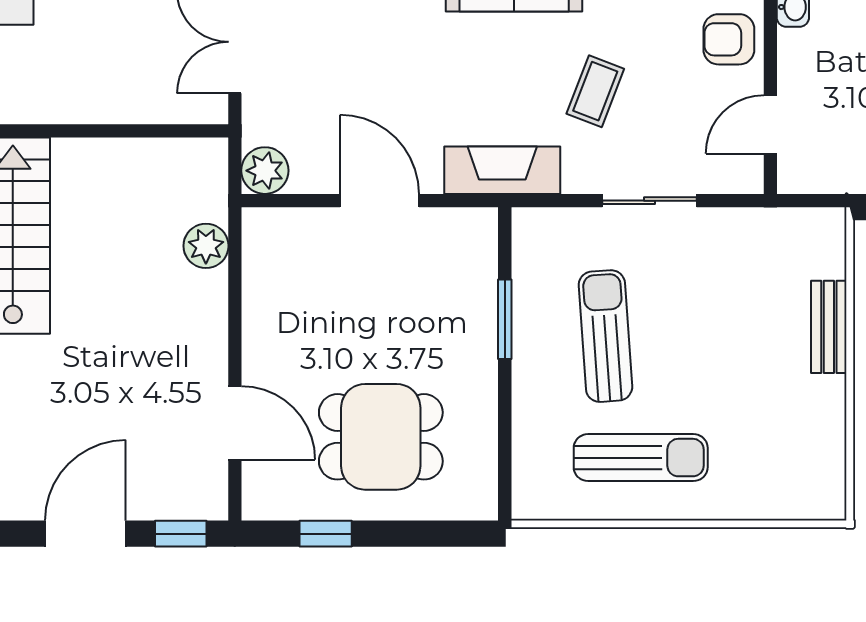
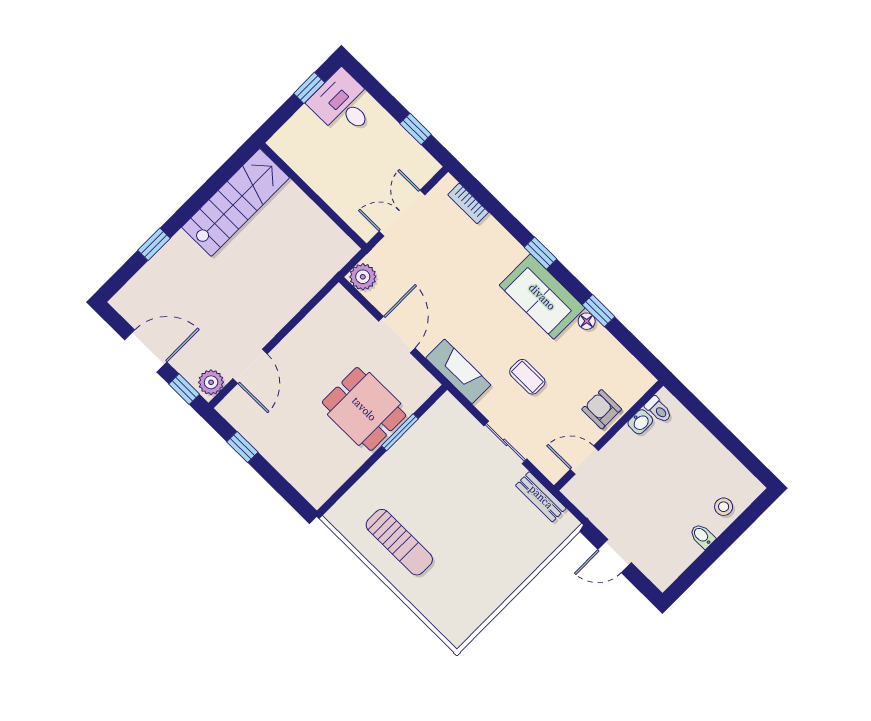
coffee table: (595, 91) -> (527, 377), turned 69
plant: (206, 246) -> (211, 382), moved
bench: (829, 327) -> (541, 497), moved, turned 90
sun lounger: (605, 336) -> (434, 479), removed
dining table: (381, 437) -> (364, 409), moved

